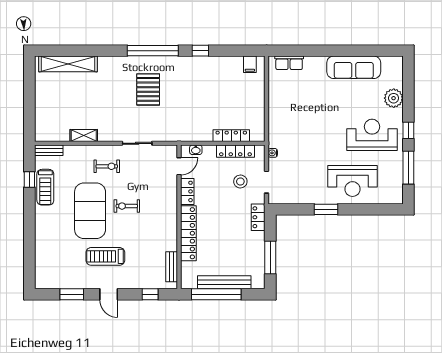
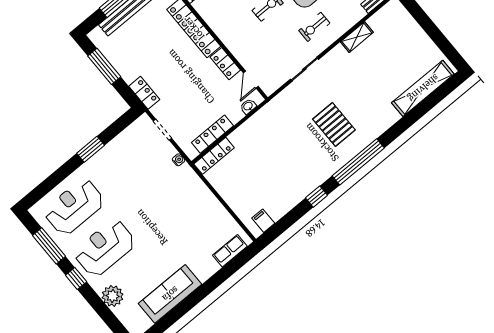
reception desk: (372, 135) -> (105, 248), turned 180
locker: (231, 136) -> (214, 156), moved
stool: (240, 181) -> (186, 111), removed
reception desk: (353, 181) -> (74, 207), moved

